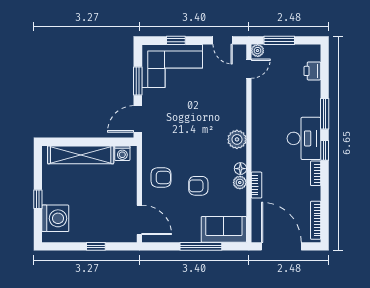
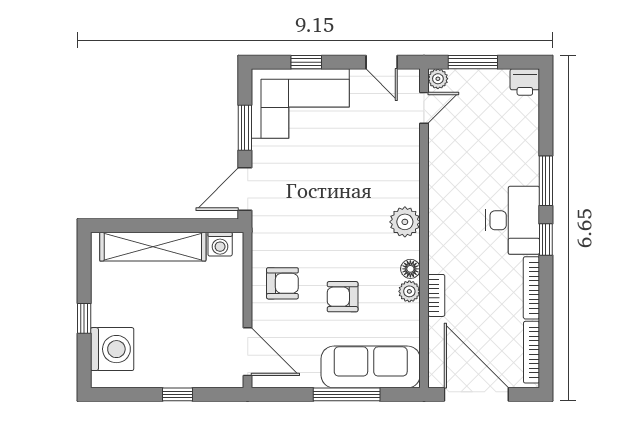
printer: (312, 71) -> (525, 82), moved, turned -90
bookcase: (316, 173) -> (531, 288), width x1.56
sofa: (224, 229) -> (371, 367), width x1.36

